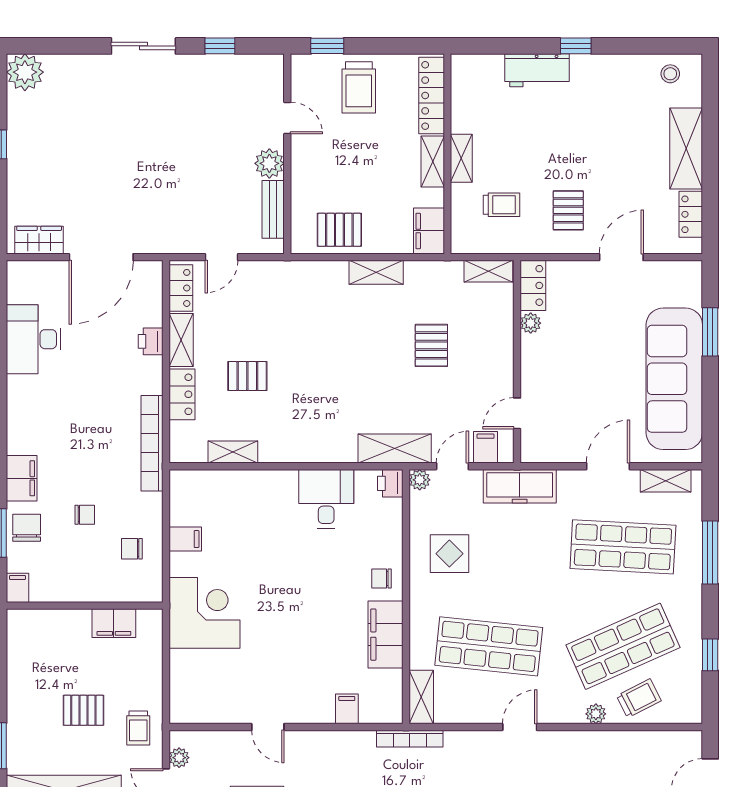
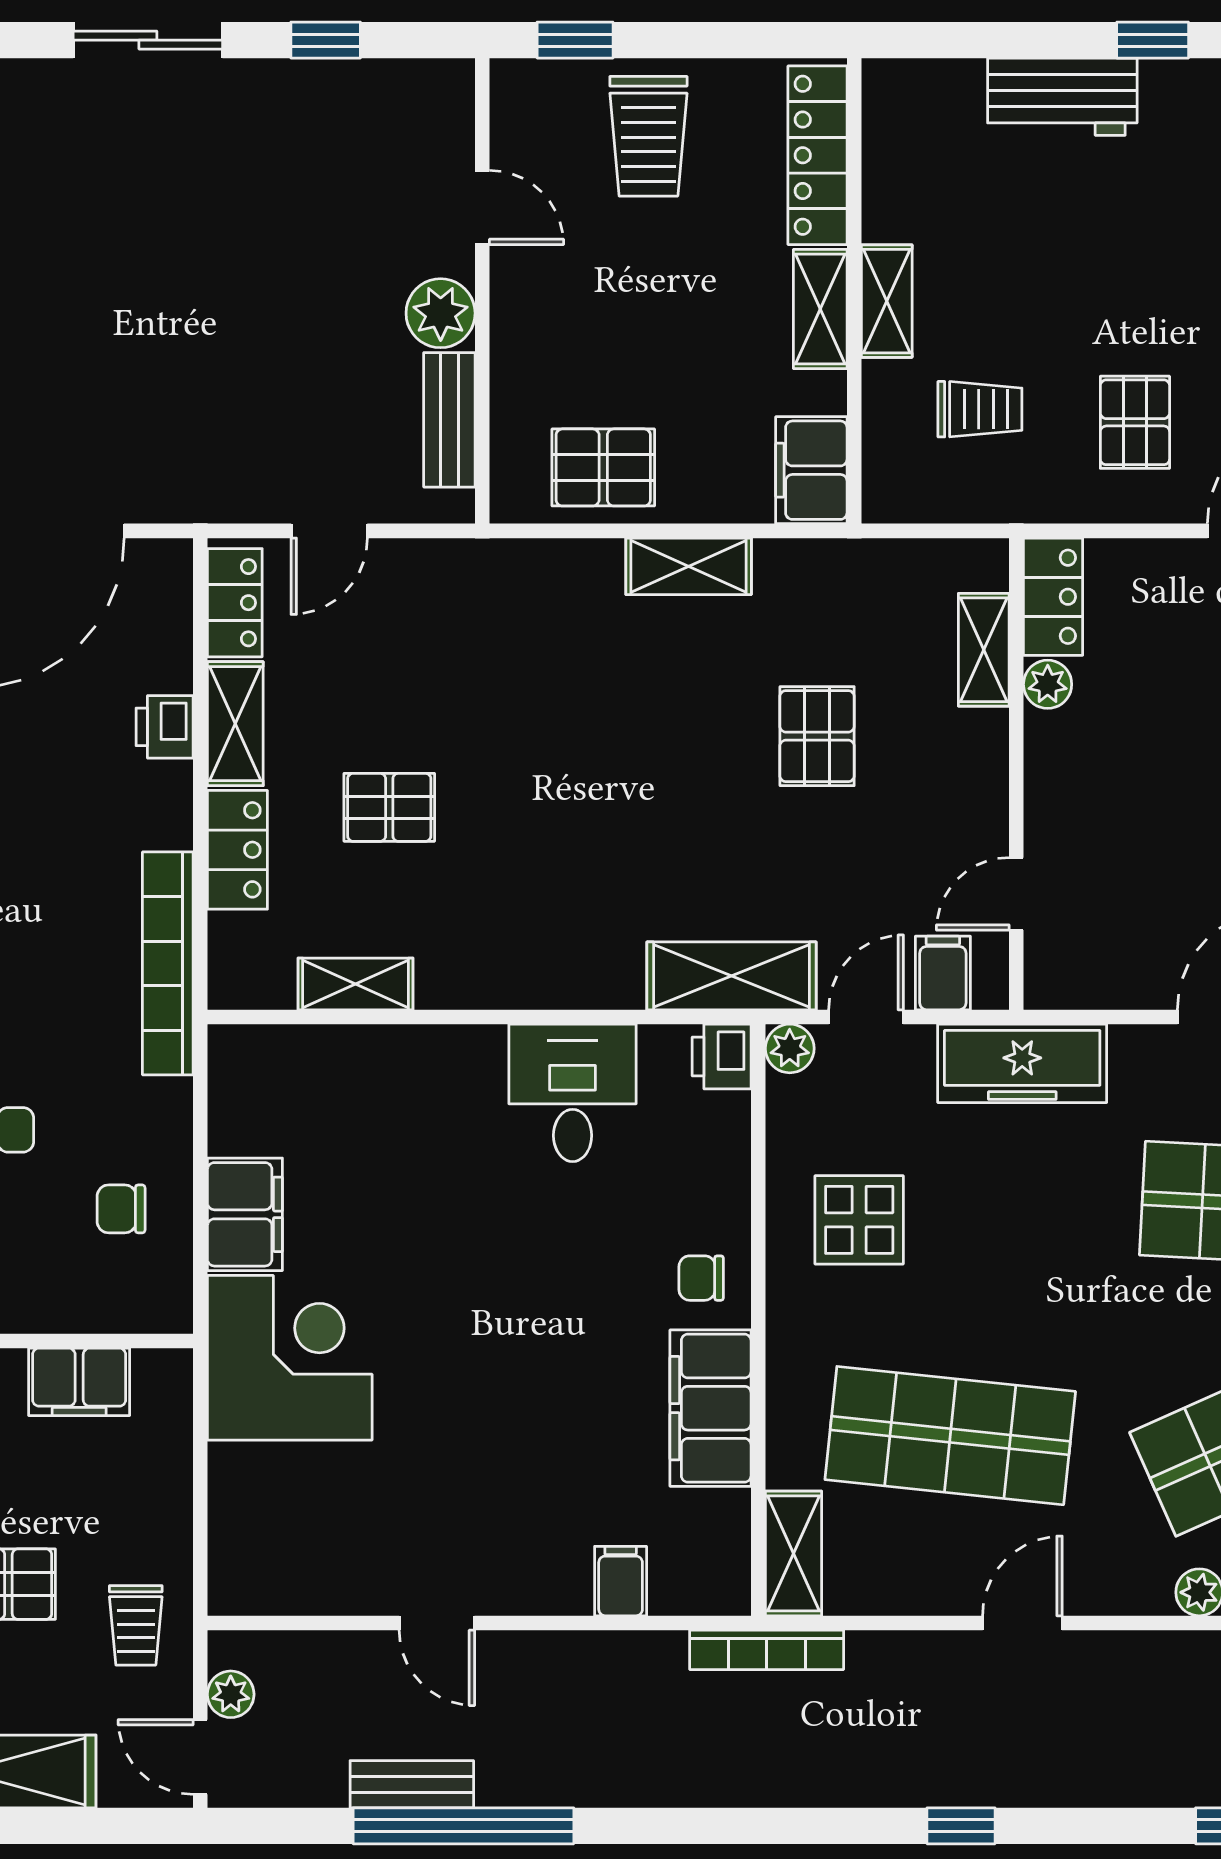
shelving: (488, 271) -> (984, 650), moved, turned 90
filing cabinet: (185, 539) -> (245, 1214), width x2.00

